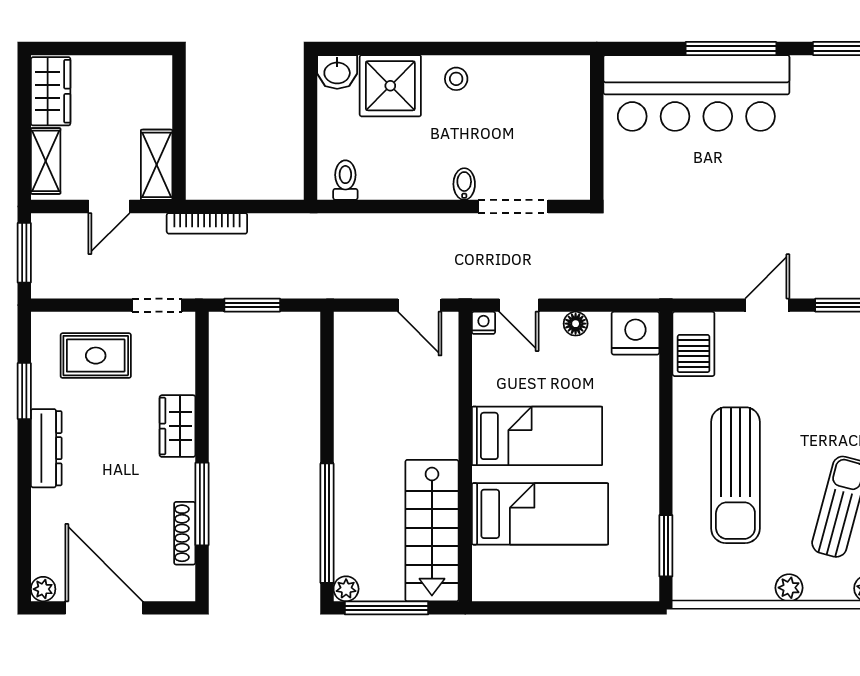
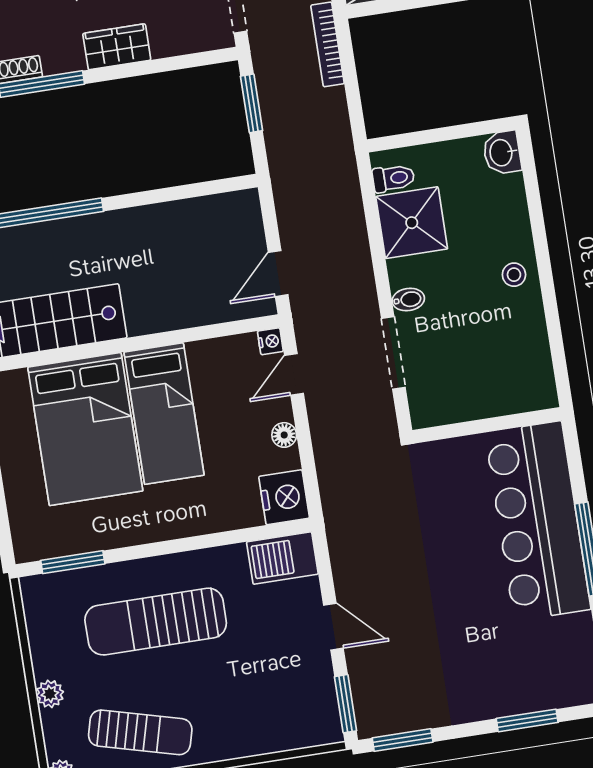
shower: (390, 86) -> (412, 223), moved
bed: (540, 514) -> (85, 429), width x1.50

